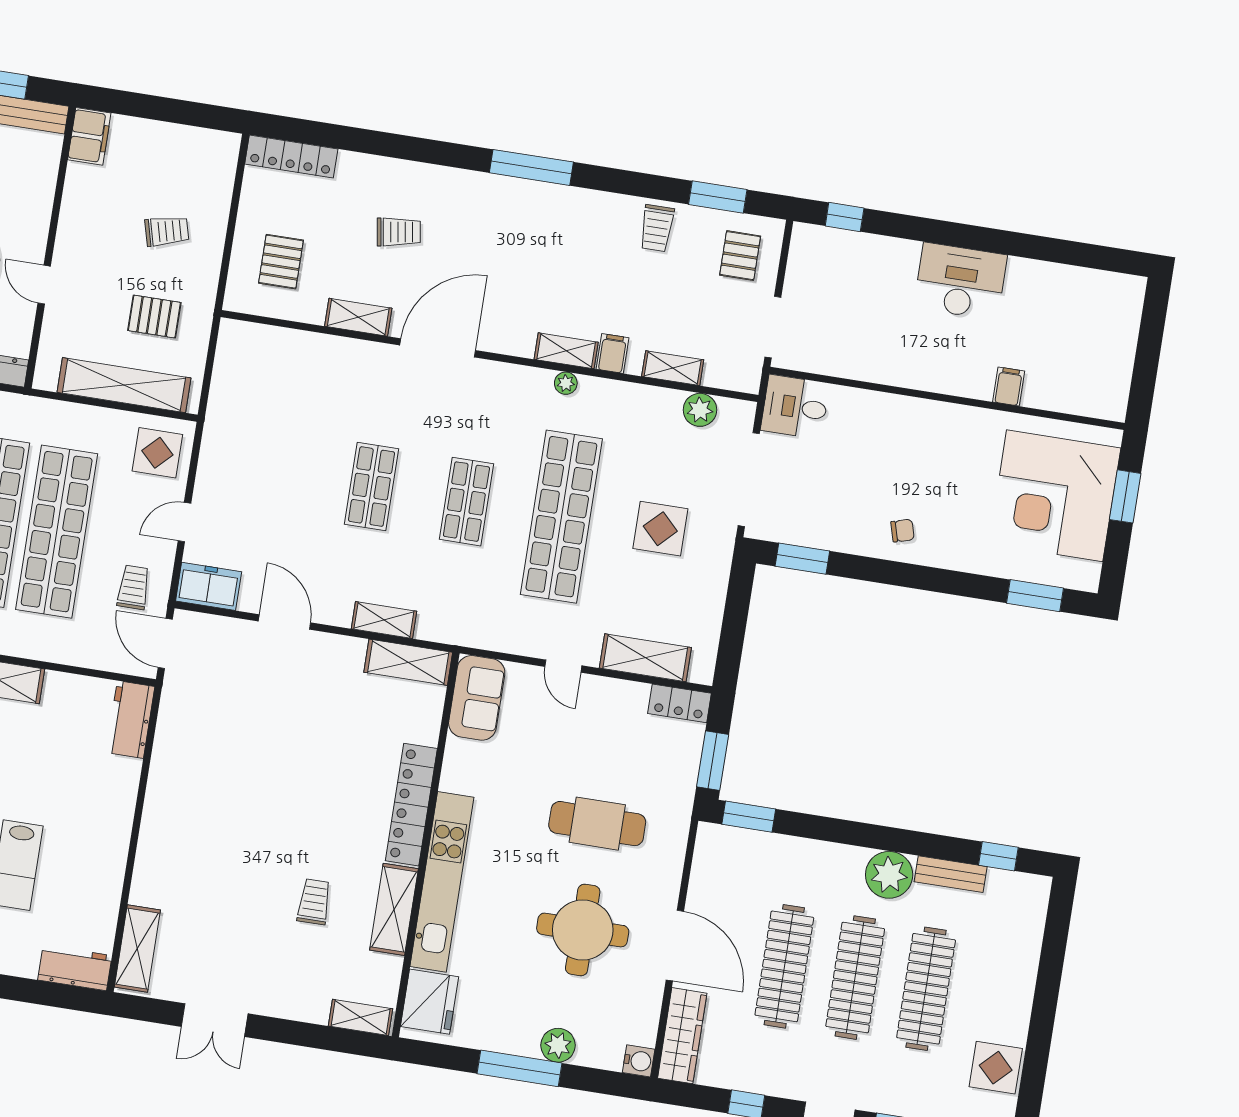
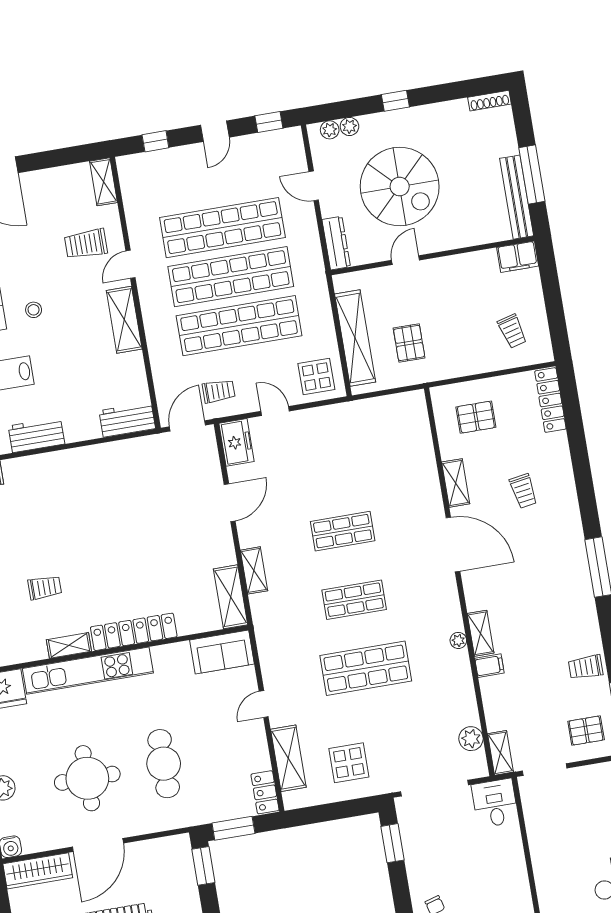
trolley: (167, 231) -> (512, 331), moved
shelving: (673, 368) -> (500, 753), moved
shop shelf: (561, 517) -> (366, 668), width x0.71
display table: (660, 529) -> (349, 763), moved
workbench: (111, 845) -> (36, 435), added
shelving: (394, 909) -> (69, 645), width x0.67, depth x0.75

